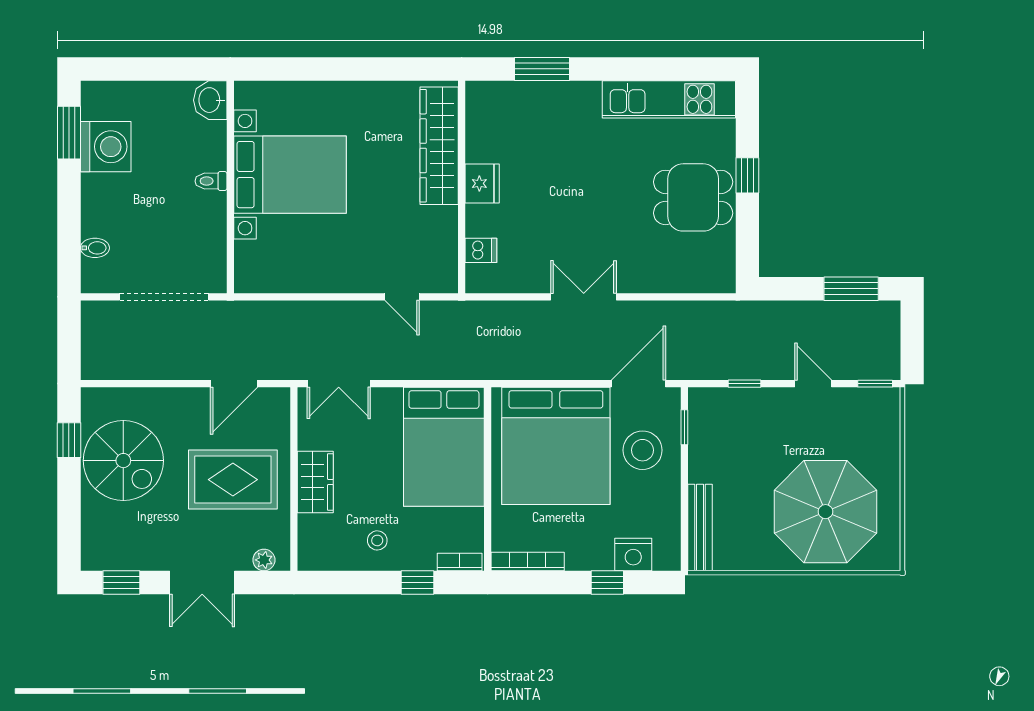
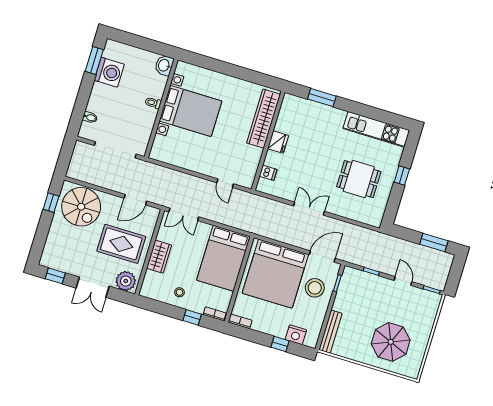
dining table: (693, 197) -> (359, 179), moved
spiral stairs: (123, 461) -> (81, 207), moved
parasol: (825, 512) -> (391, 342), width x0.73, depth x0.73
plant: (264, 560) -> (126, 281), width x1.87, depth x1.87
bookcase: (528, 562) -> (240, 321), width x0.64

